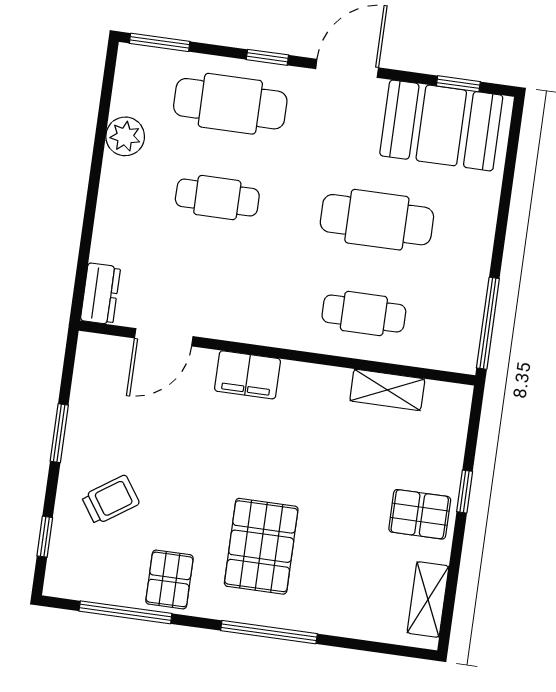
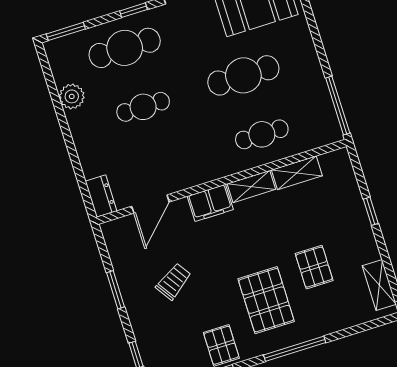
shelving: (315, 379) -> (251, 187), added
trolley: (111, 500) -> (174, 281), moved
pallet: (420, 514) -> (314, 267), moved, turned 90

